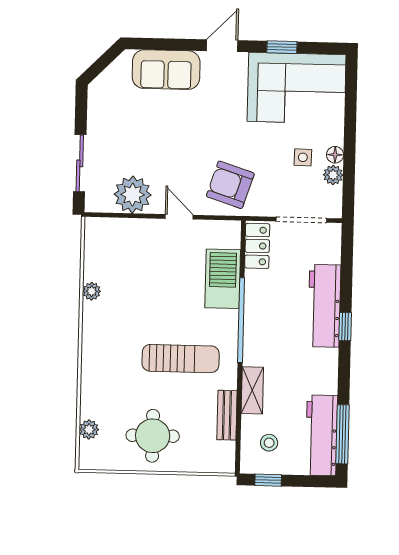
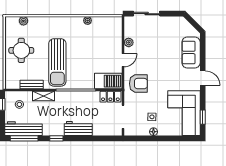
window: (282, 47) -> (203, 117), moved
plant: (333, 175) -> (144, 131), removed
armchair: (230, 185) -> (138, 84), turned 72
plant: (133, 195) -> (129, 42), width x0.53, depth x0.53
barbecue: (223, 279) -> (108, 81), moved
workbench: (324, 306) -> (78, 128), width x0.73
window: (345, 327) -> (56, 138), moved
sun lounger: (181, 359) -> (57, 62), width x1.36, depth x1.34

